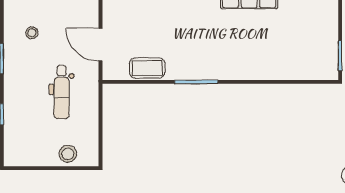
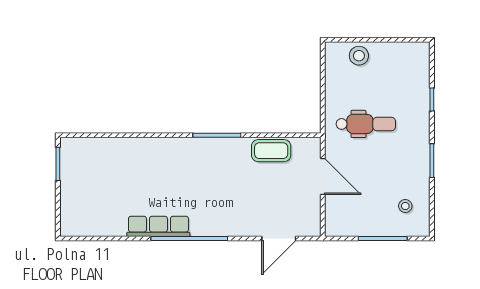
stool: (32, 33) -> (405, 206), moved
dental chair: (62, 92) -> (366, 124), turned 90

